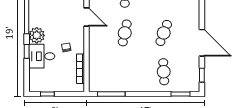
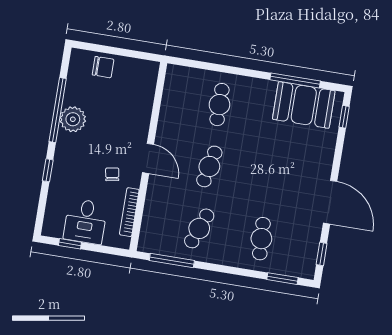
door: (86, 17) -> (148, 158), moved
cafe table: (164, 33) -> (199, 228), moved
plant: (37, 35) -> (73, 119), moved
desk: (42, 56) -> (85, 221), moved, turned -90

